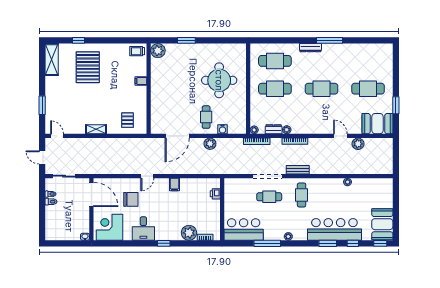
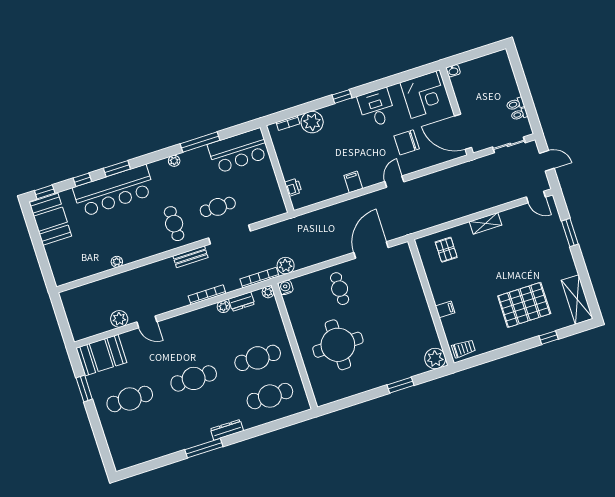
pallet: (88, 67) -> (524, 305), turned 90
water cooler: (223, 129) -> (286, 287), moved
plant: (210, 144) -> (286, 266), moved

